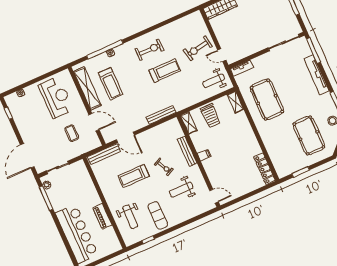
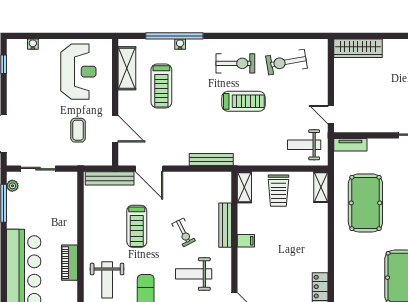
exercise bike: (198, 48) -> (286, 62), moved
shelving: (87, 88) -> (127, 68), width x0.68
treadmill: (134, 176) -> (137, 226), turned -90

